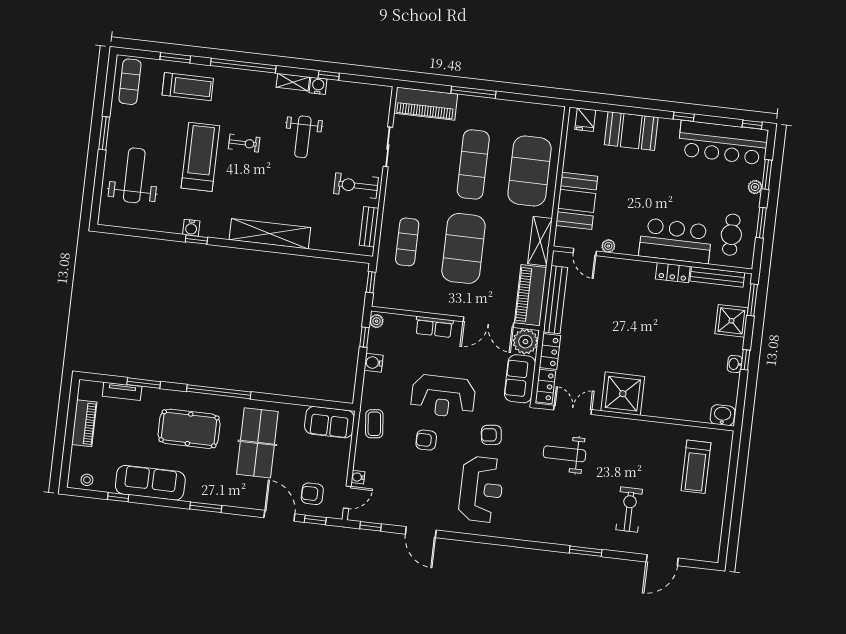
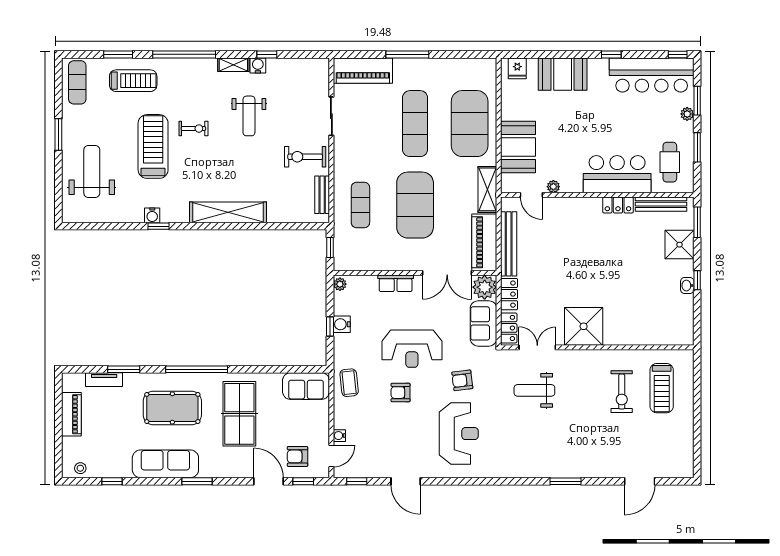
window: (364, 337) -> (330, 327), moved
washbasin: (722, 415) -> (681, 336), removed
sofa: (150, 483) -> (165, 464), moved
exercise bike: (629, 509) -> (622, 392), moved, turned 180

